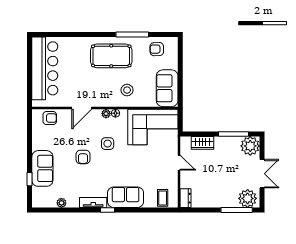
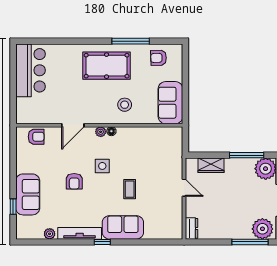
bar counter: (45, 68) -> (31, 70), width x0.73
corner sofa: (153, 127) -> (154, 147), removed
coffee table: (163, 198) -> (130, 189), moved
tv unit: (93, 202) -> (80, 233), width x1.41

